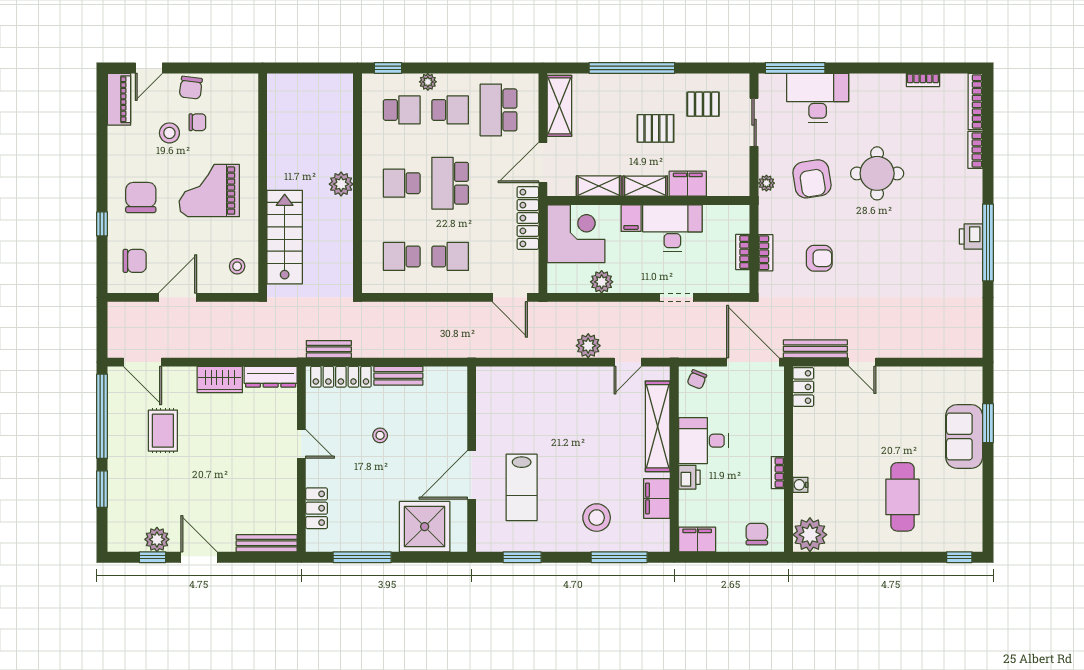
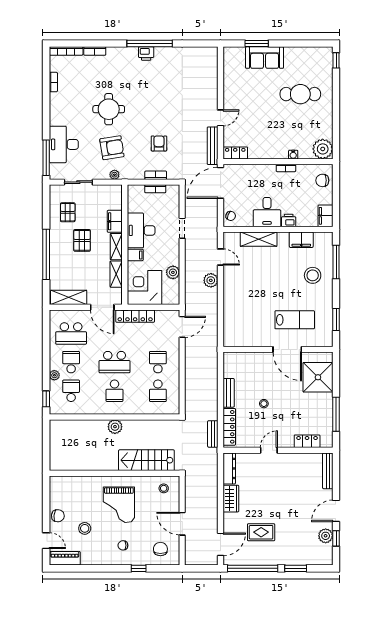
chair: (197, 122) -> (78, 512), removed
chair: (141, 198) -> (123, 545), width x0.54, depth x0.54
shelving: (658, 426) -> (259, 239), width x0.68

